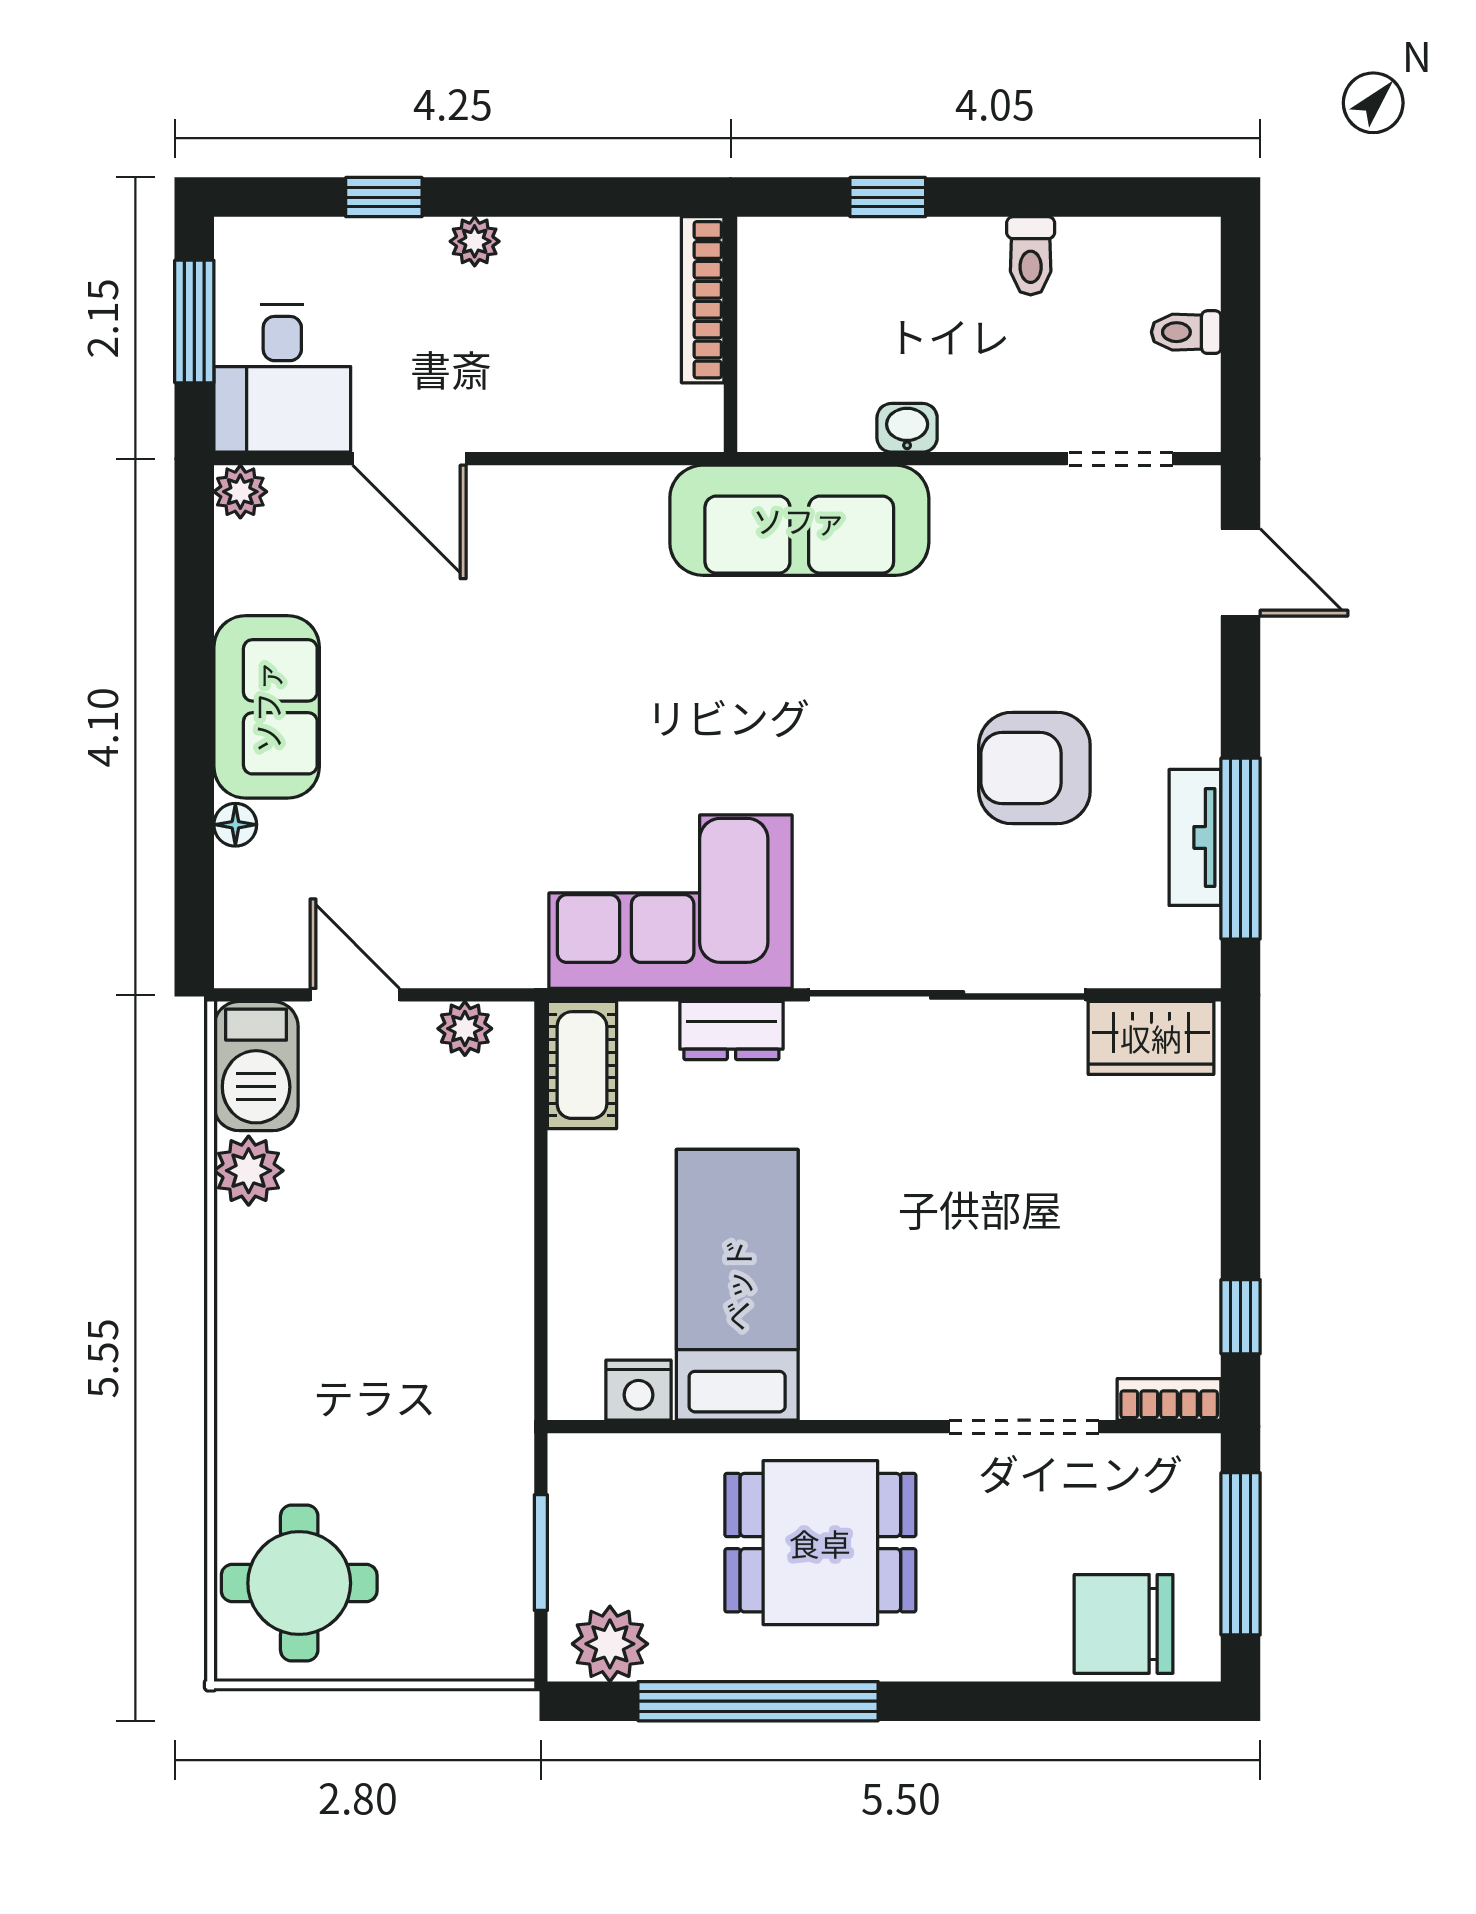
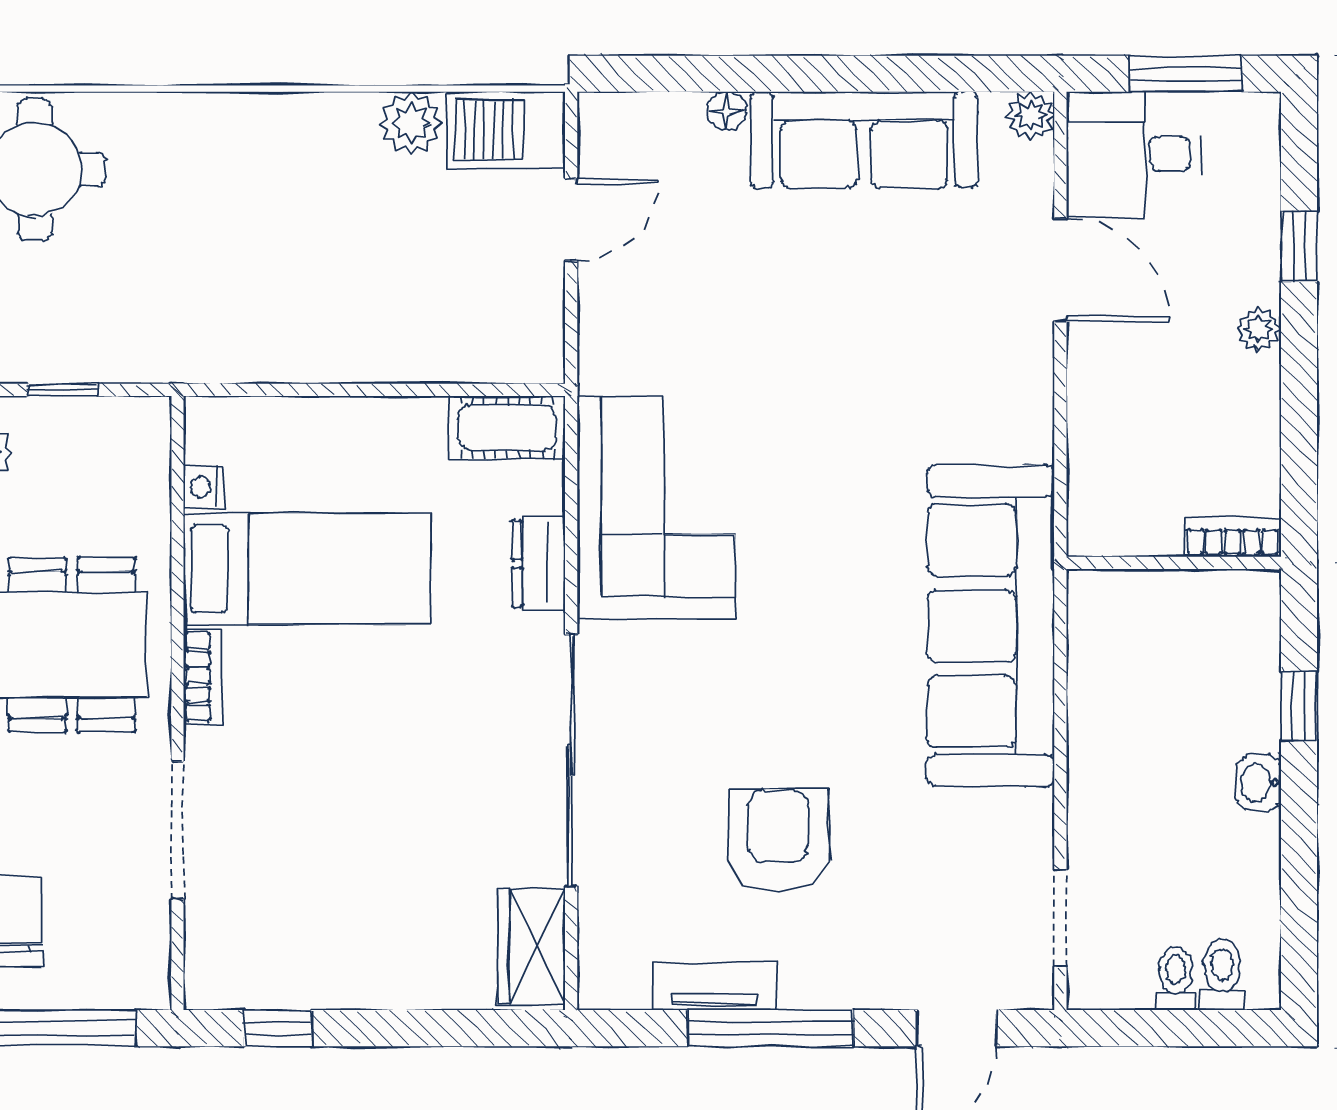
toilet: (1031, 256) -> (1222, 975), moved, turned 90
bookcase: (703, 300) -> (1233, 537), width x0.64
washbasin: (907, 428) -> (1259, 782), moved, turned 180
door: (409, 459) -> (1060, 270), swing flipped
sofa: (799, 520) -> (991, 626), width x1.36, depth x1.27
sofa: (267, 707) -> (864, 140), width x1.36
window: (1241, 849) -> (771, 1028), moved
plant: (465, 1029) -> (541, 320), removed
nightstand: (638, 1390) -> (204, 487), width x0.72, depth x0.74
bookcase: (1169, 1399) -> (202, 677), moved
window: (541, 1553) -> (63, 390), width x0.67

